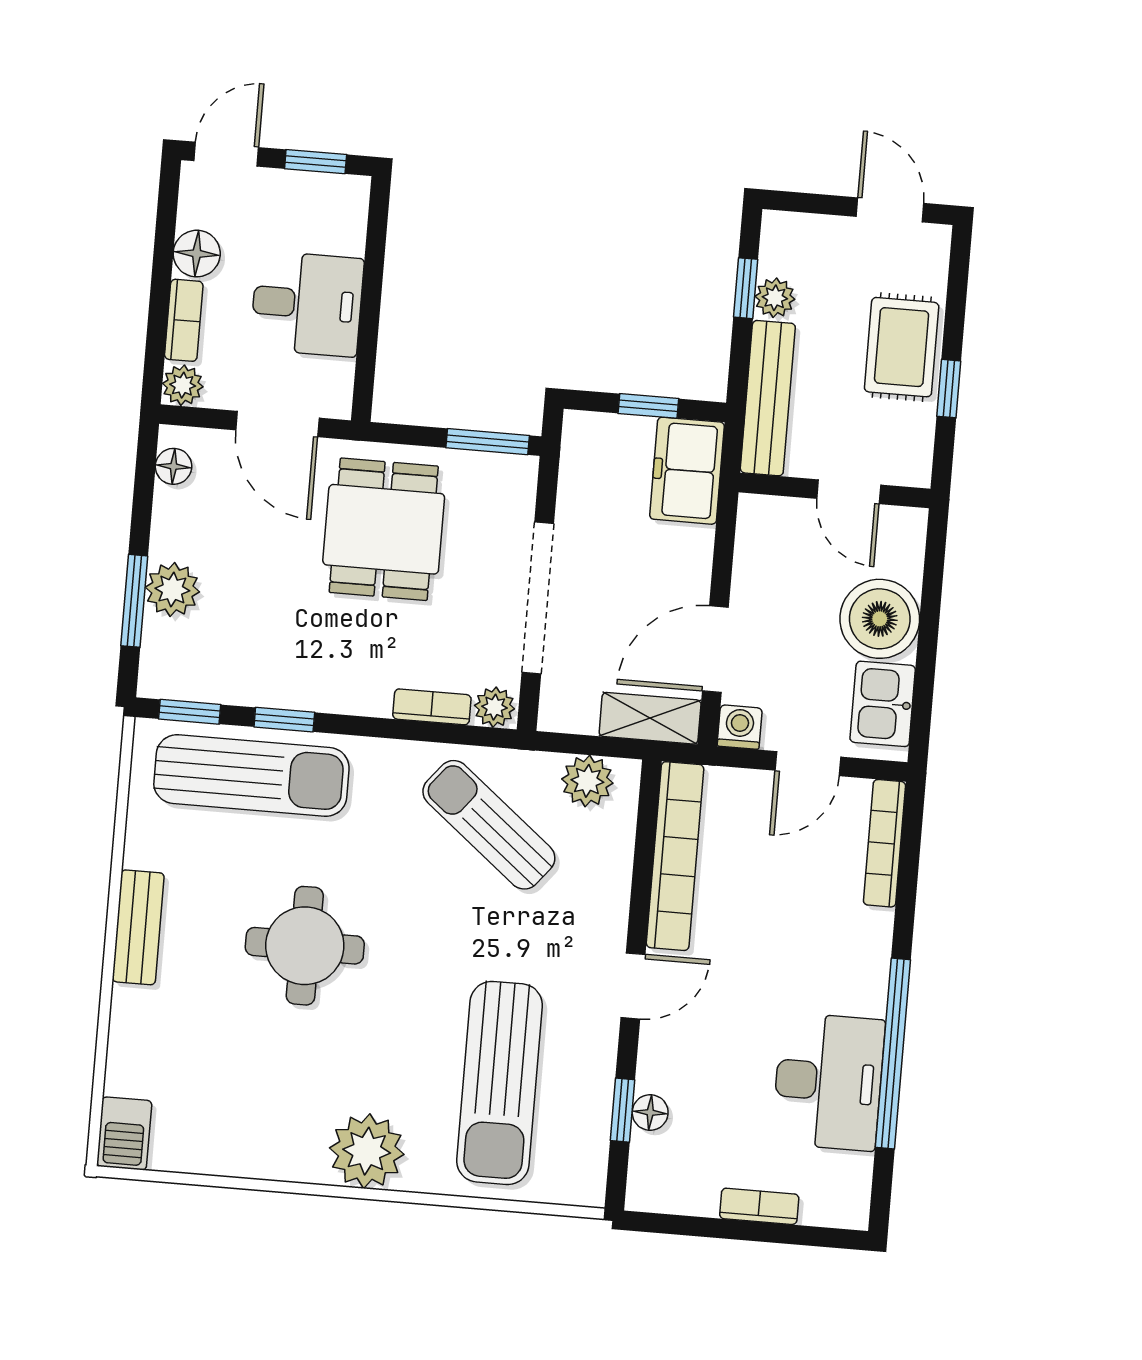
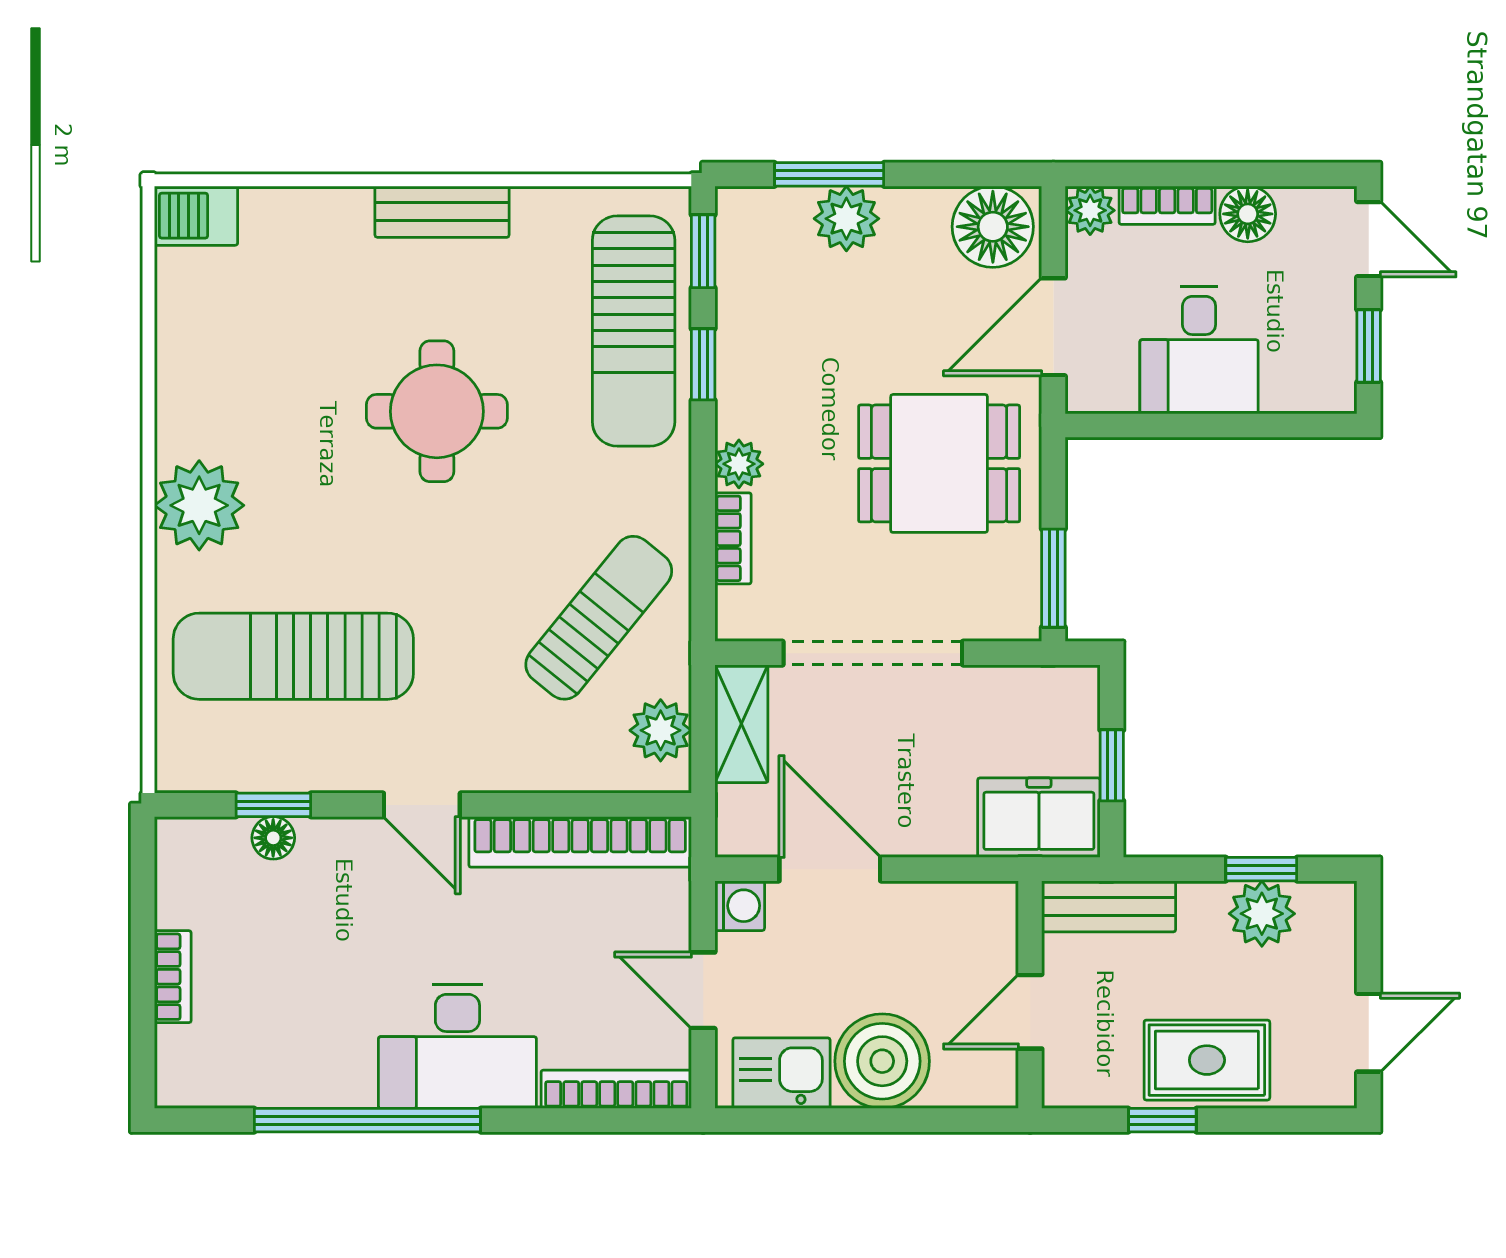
plant: (775, 298) -> (1262, 914), width x1.38, depth x1.38
bench: (768, 398) -> (1109, 906), width x0.73
floor lamp: (174, 466) -> (993, 227), width x1.89, depth x1.89
plant: (495, 707) -> (739, 464), moved
shelving: (650, 718) -> (741, 724), moved
desk: (828, 1082) -> (457, 1046), moved

